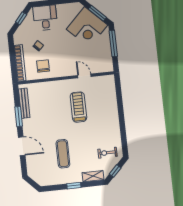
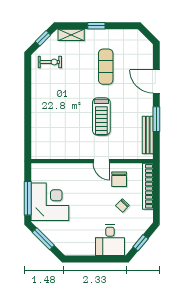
corner desk: (87, 27) -> (50, 202), moved, turned 45
door: (84, 76) -> (101, 161), moved
treadmill: (78, 107) -> (101, 116), moved

